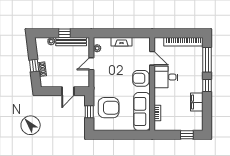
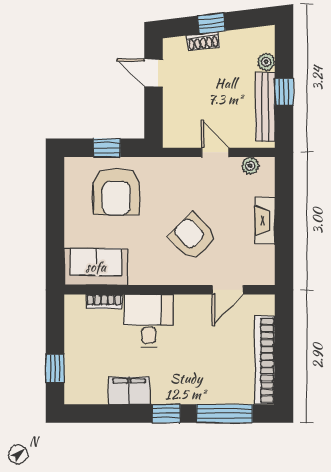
desk: (166, 77) -> (149, 321), moved
armchair: (141, 78) -> (193, 237), moved, turned -45
door: (68, 91) -> (154, 73), moved
sofa: (142, 112) -> (96, 267), width x0.73

